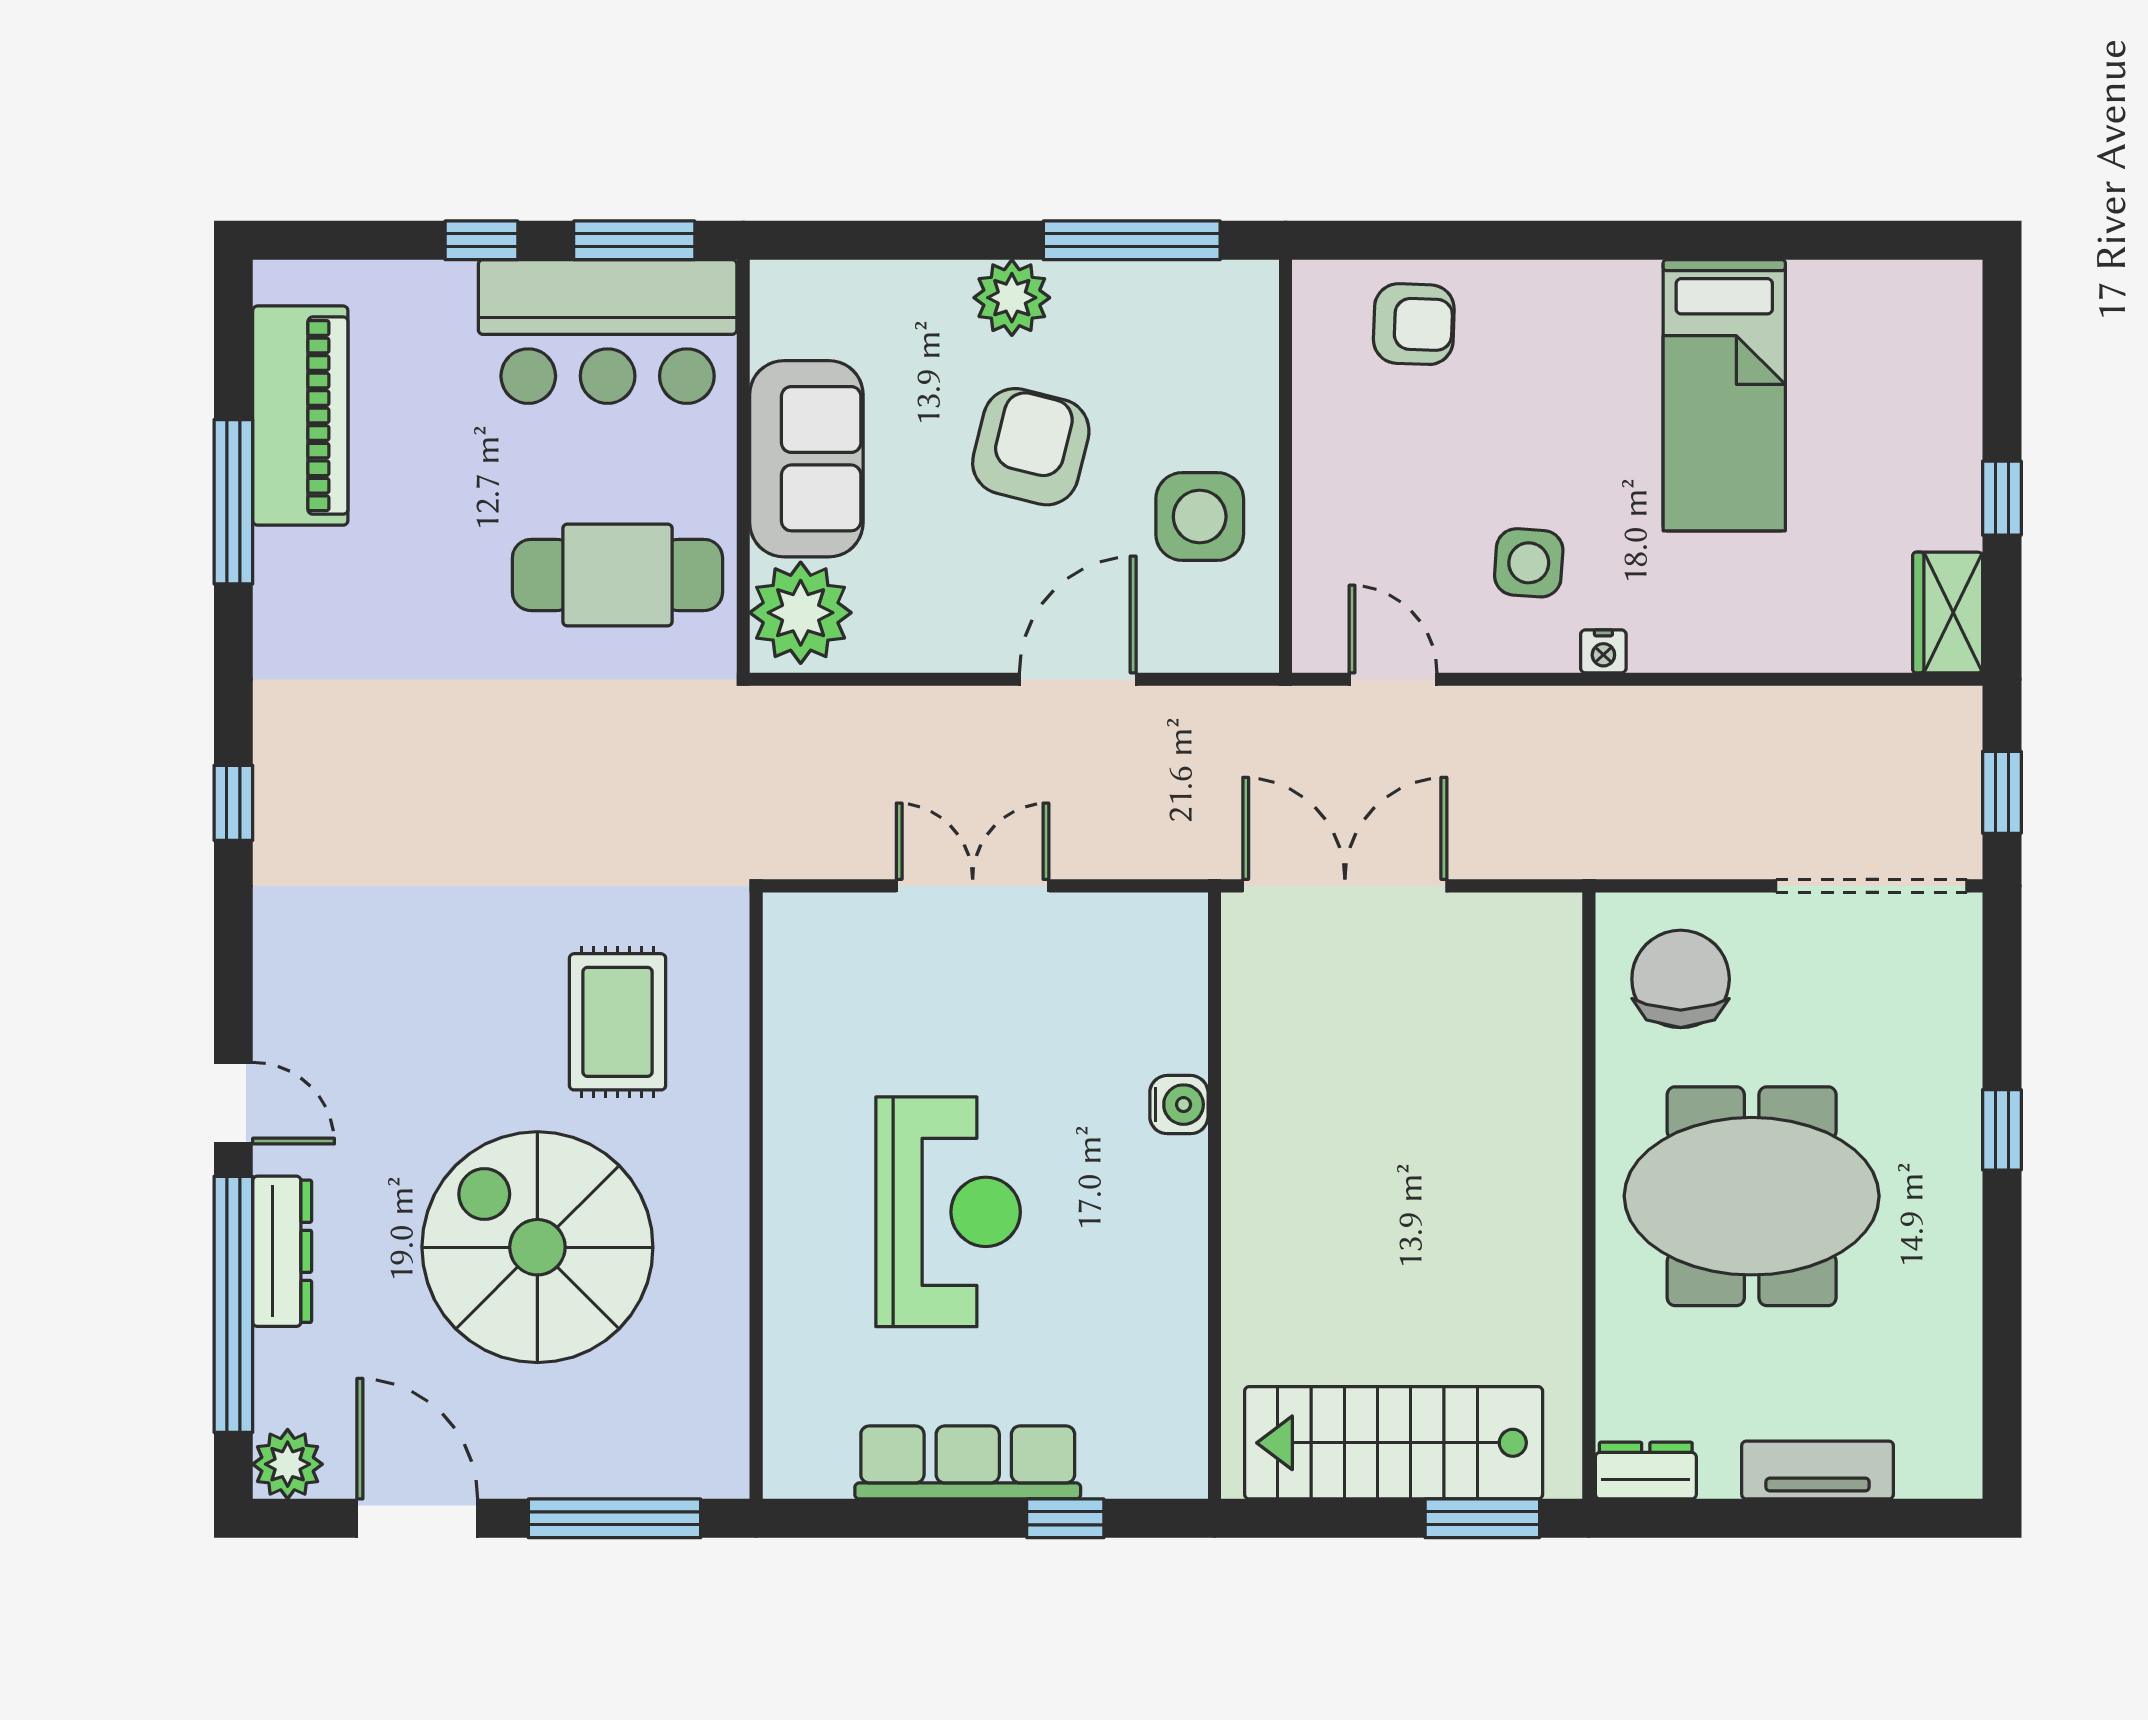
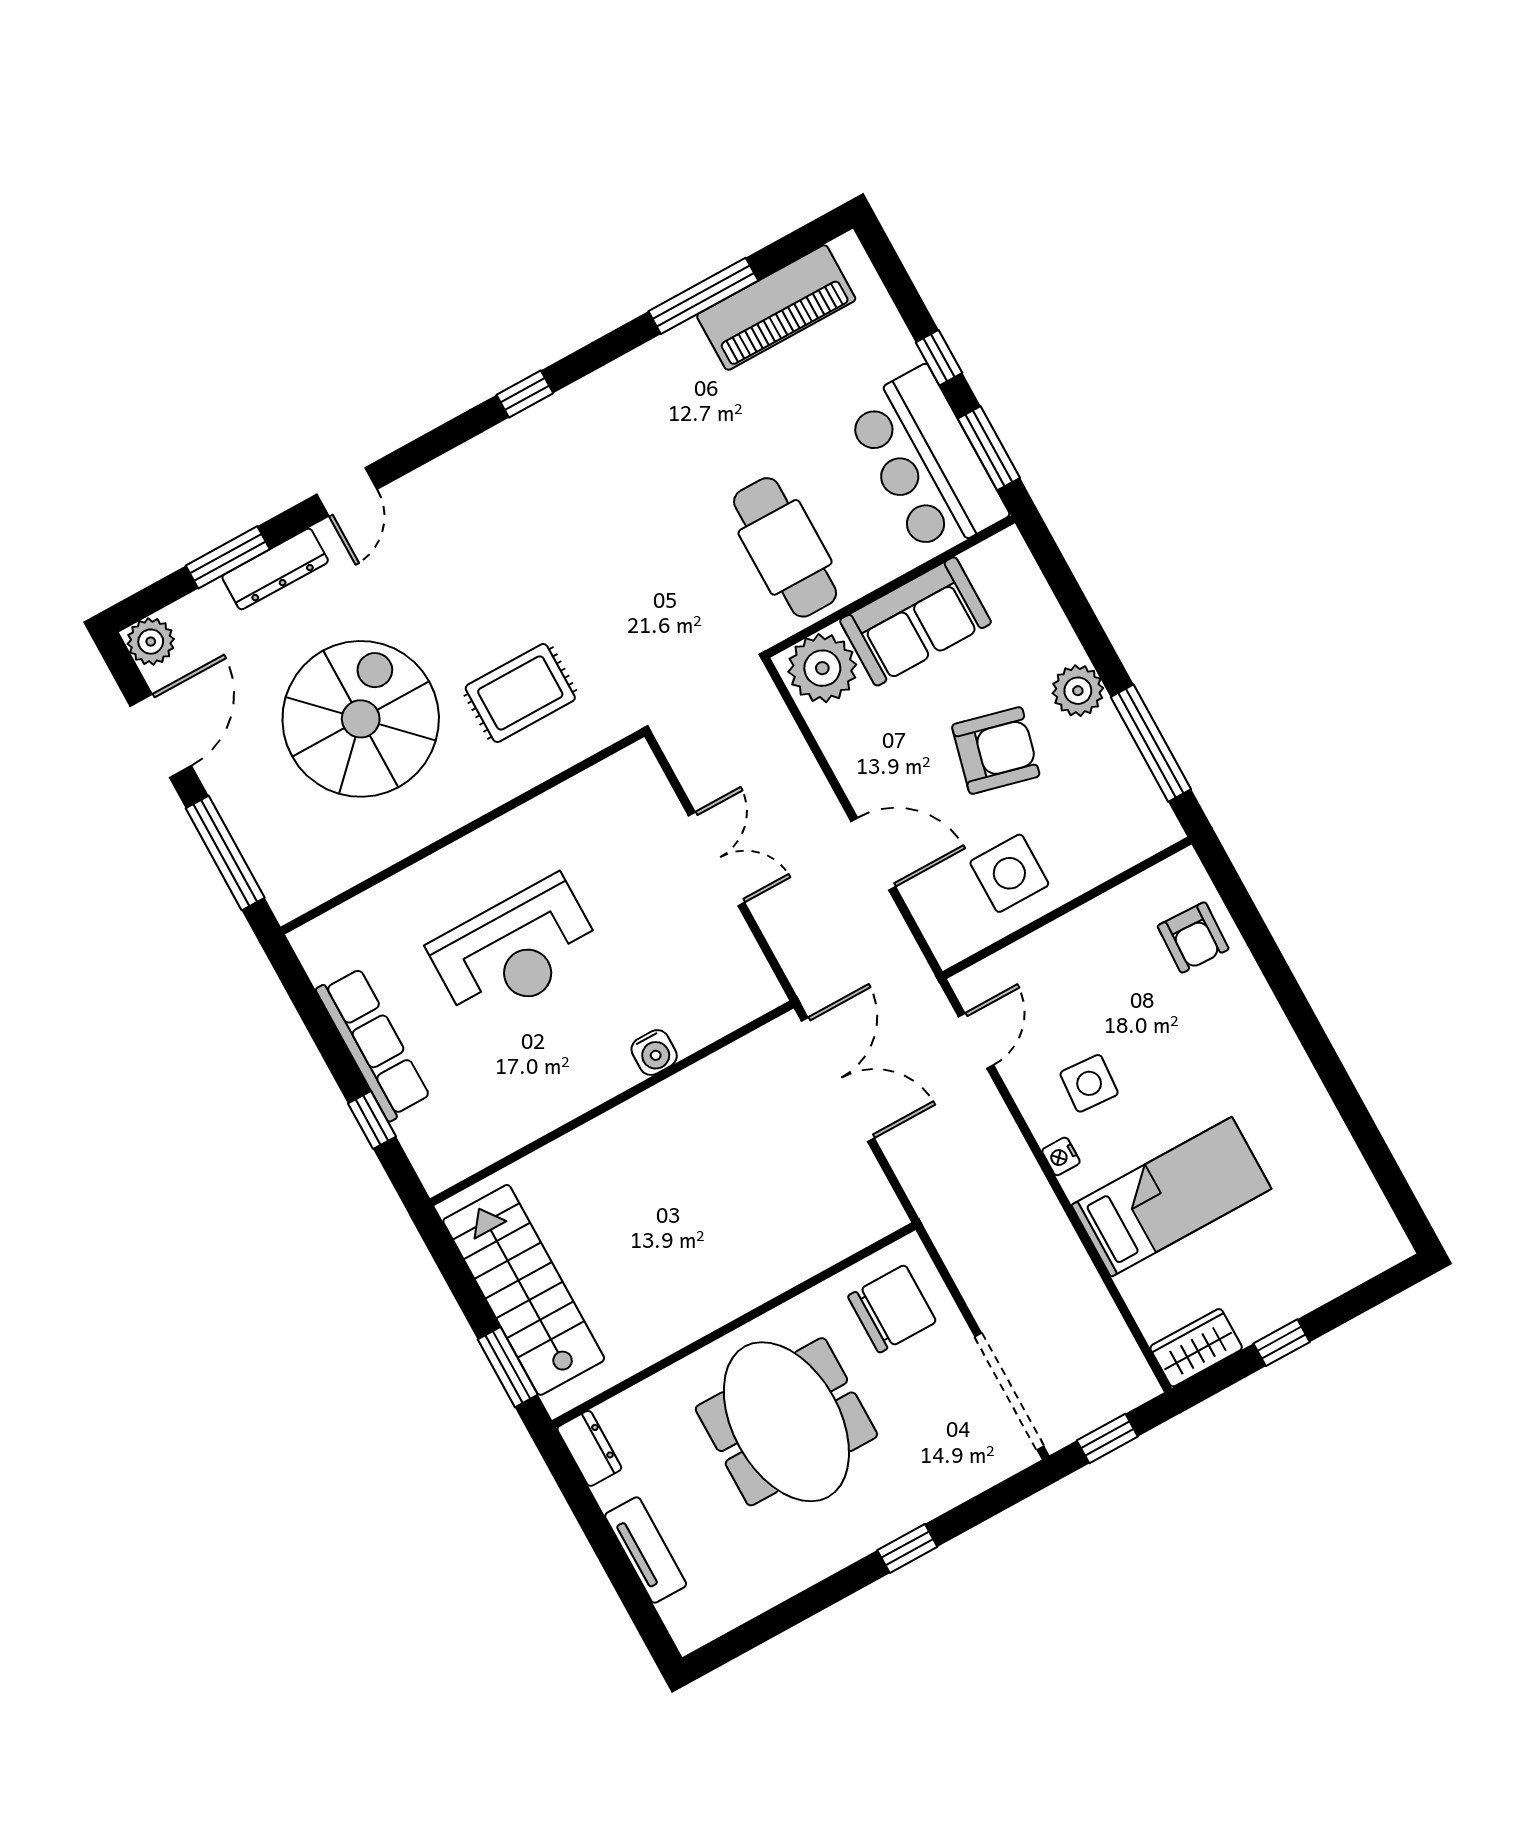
bed: (1724, 395) -> (1171, 1197), moved, turned 180
window: (233, 1304) -> (228, 557), width x0.47

